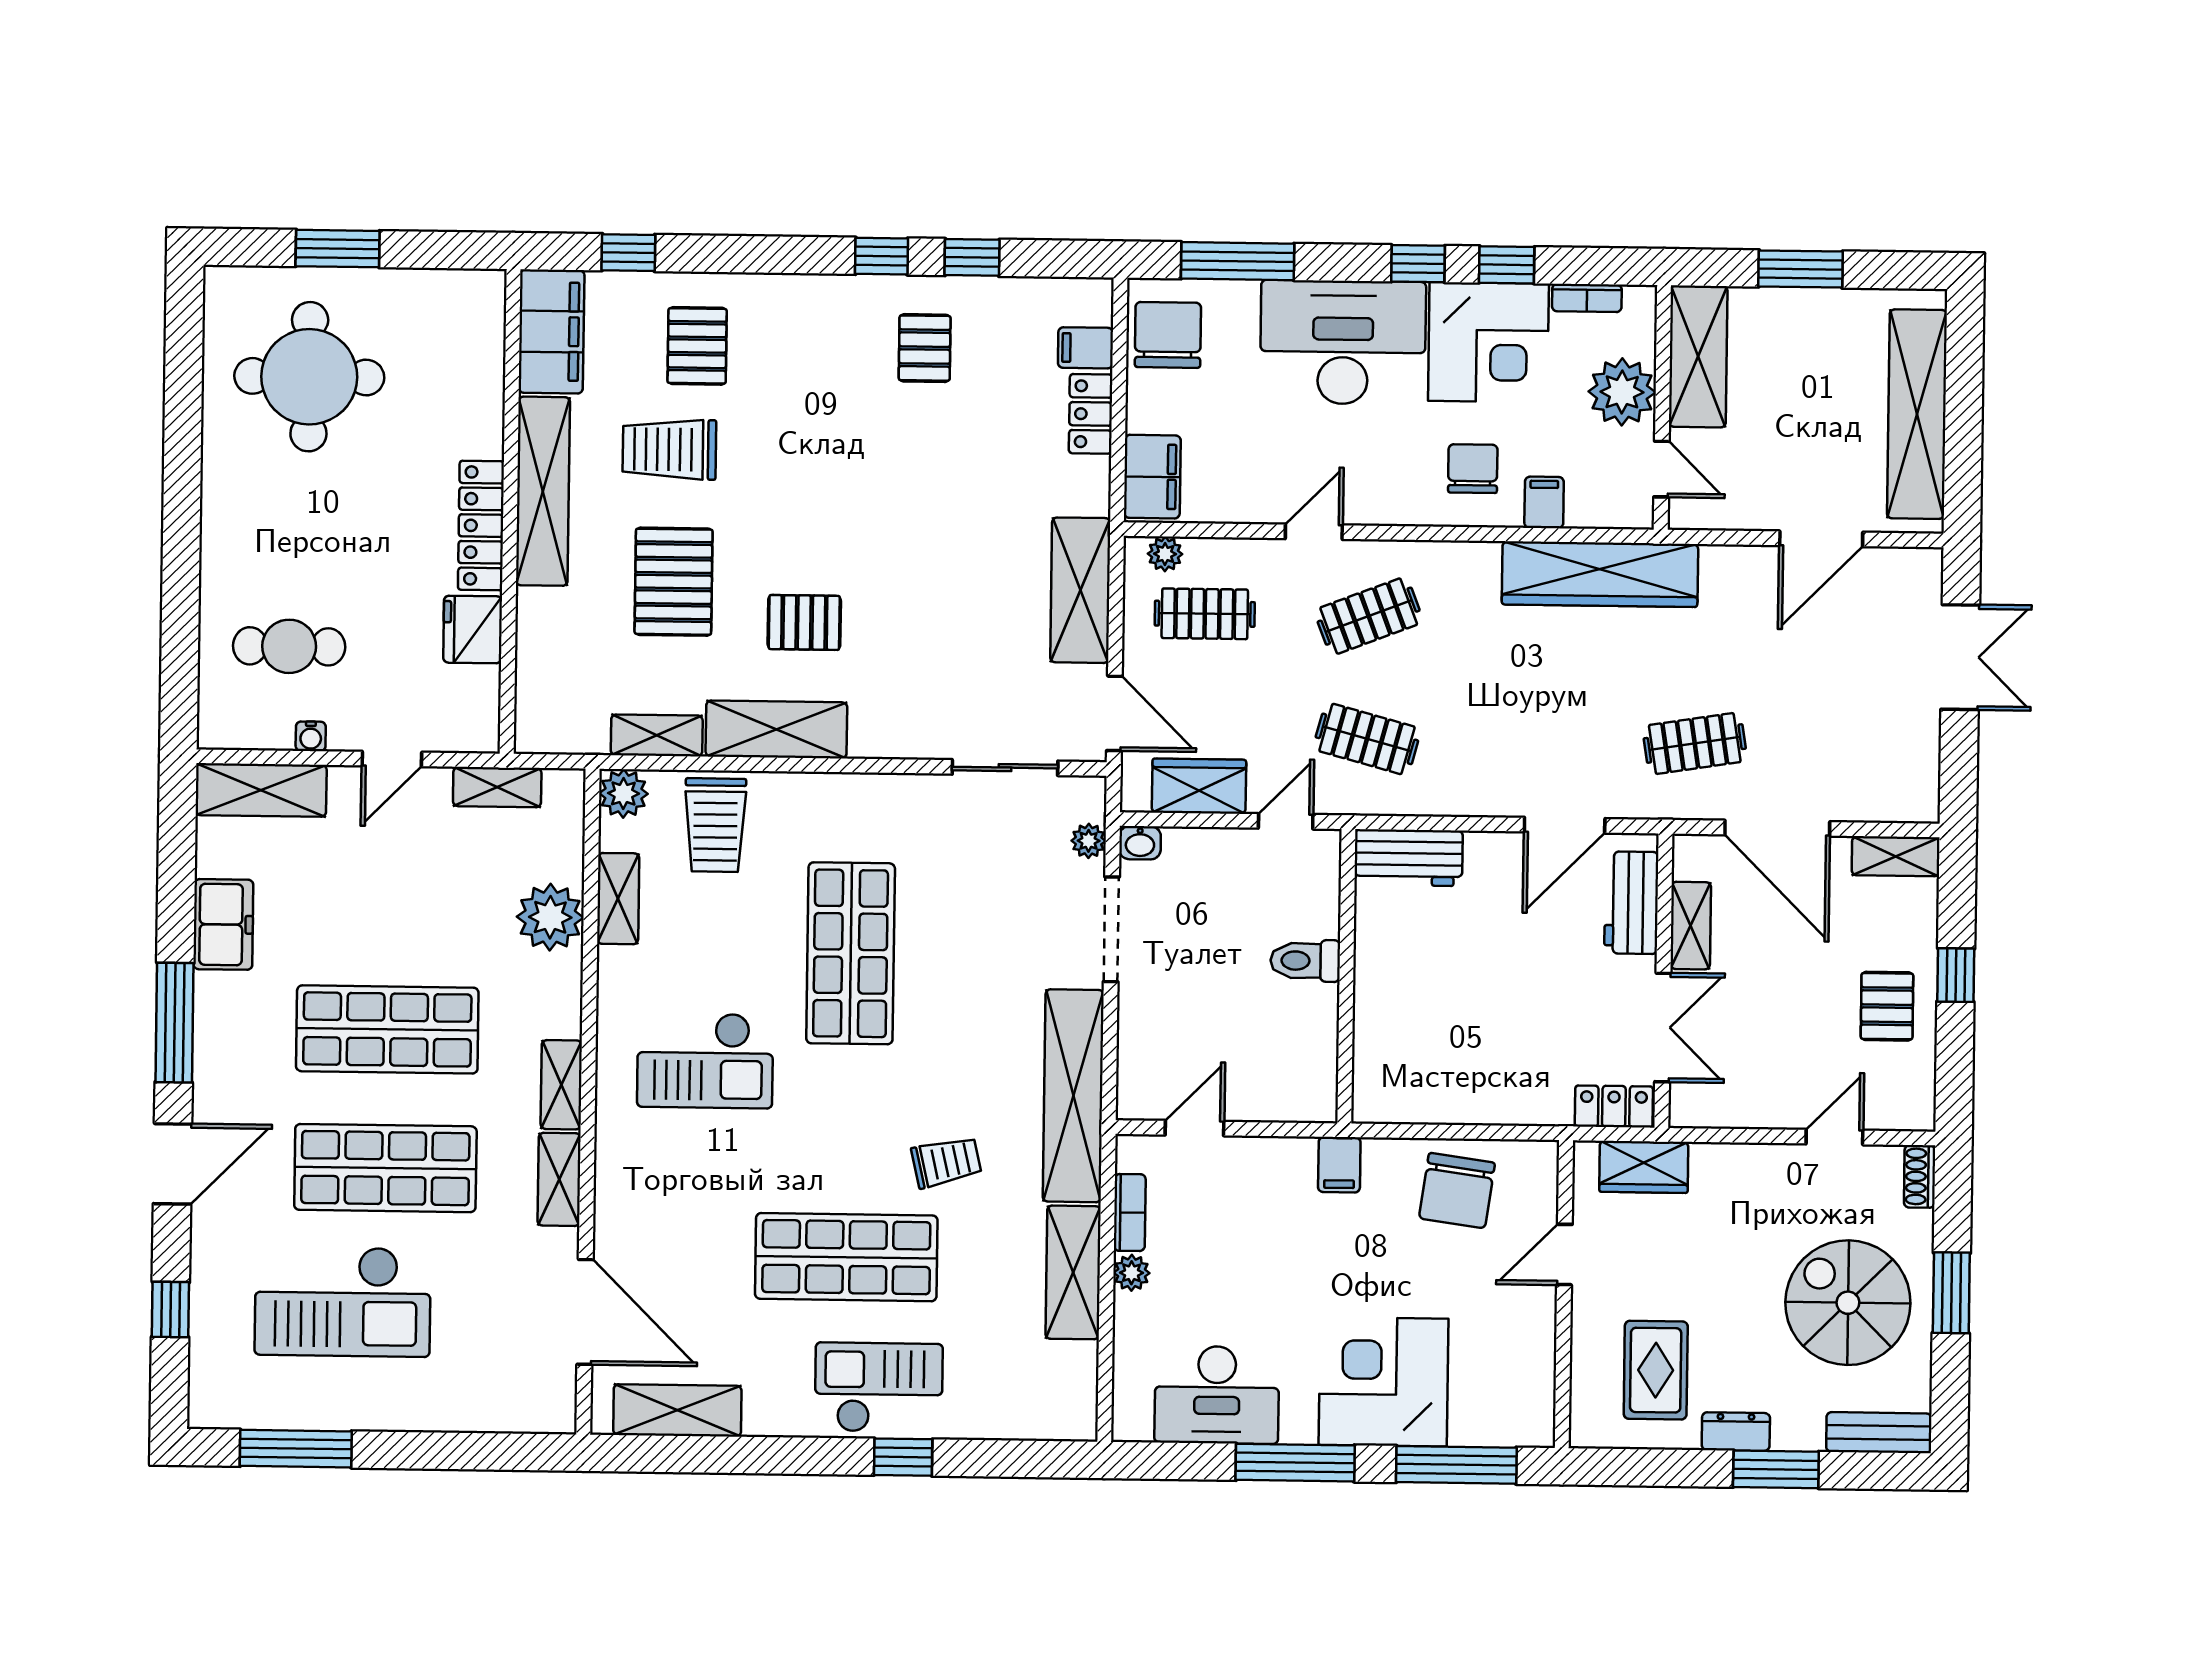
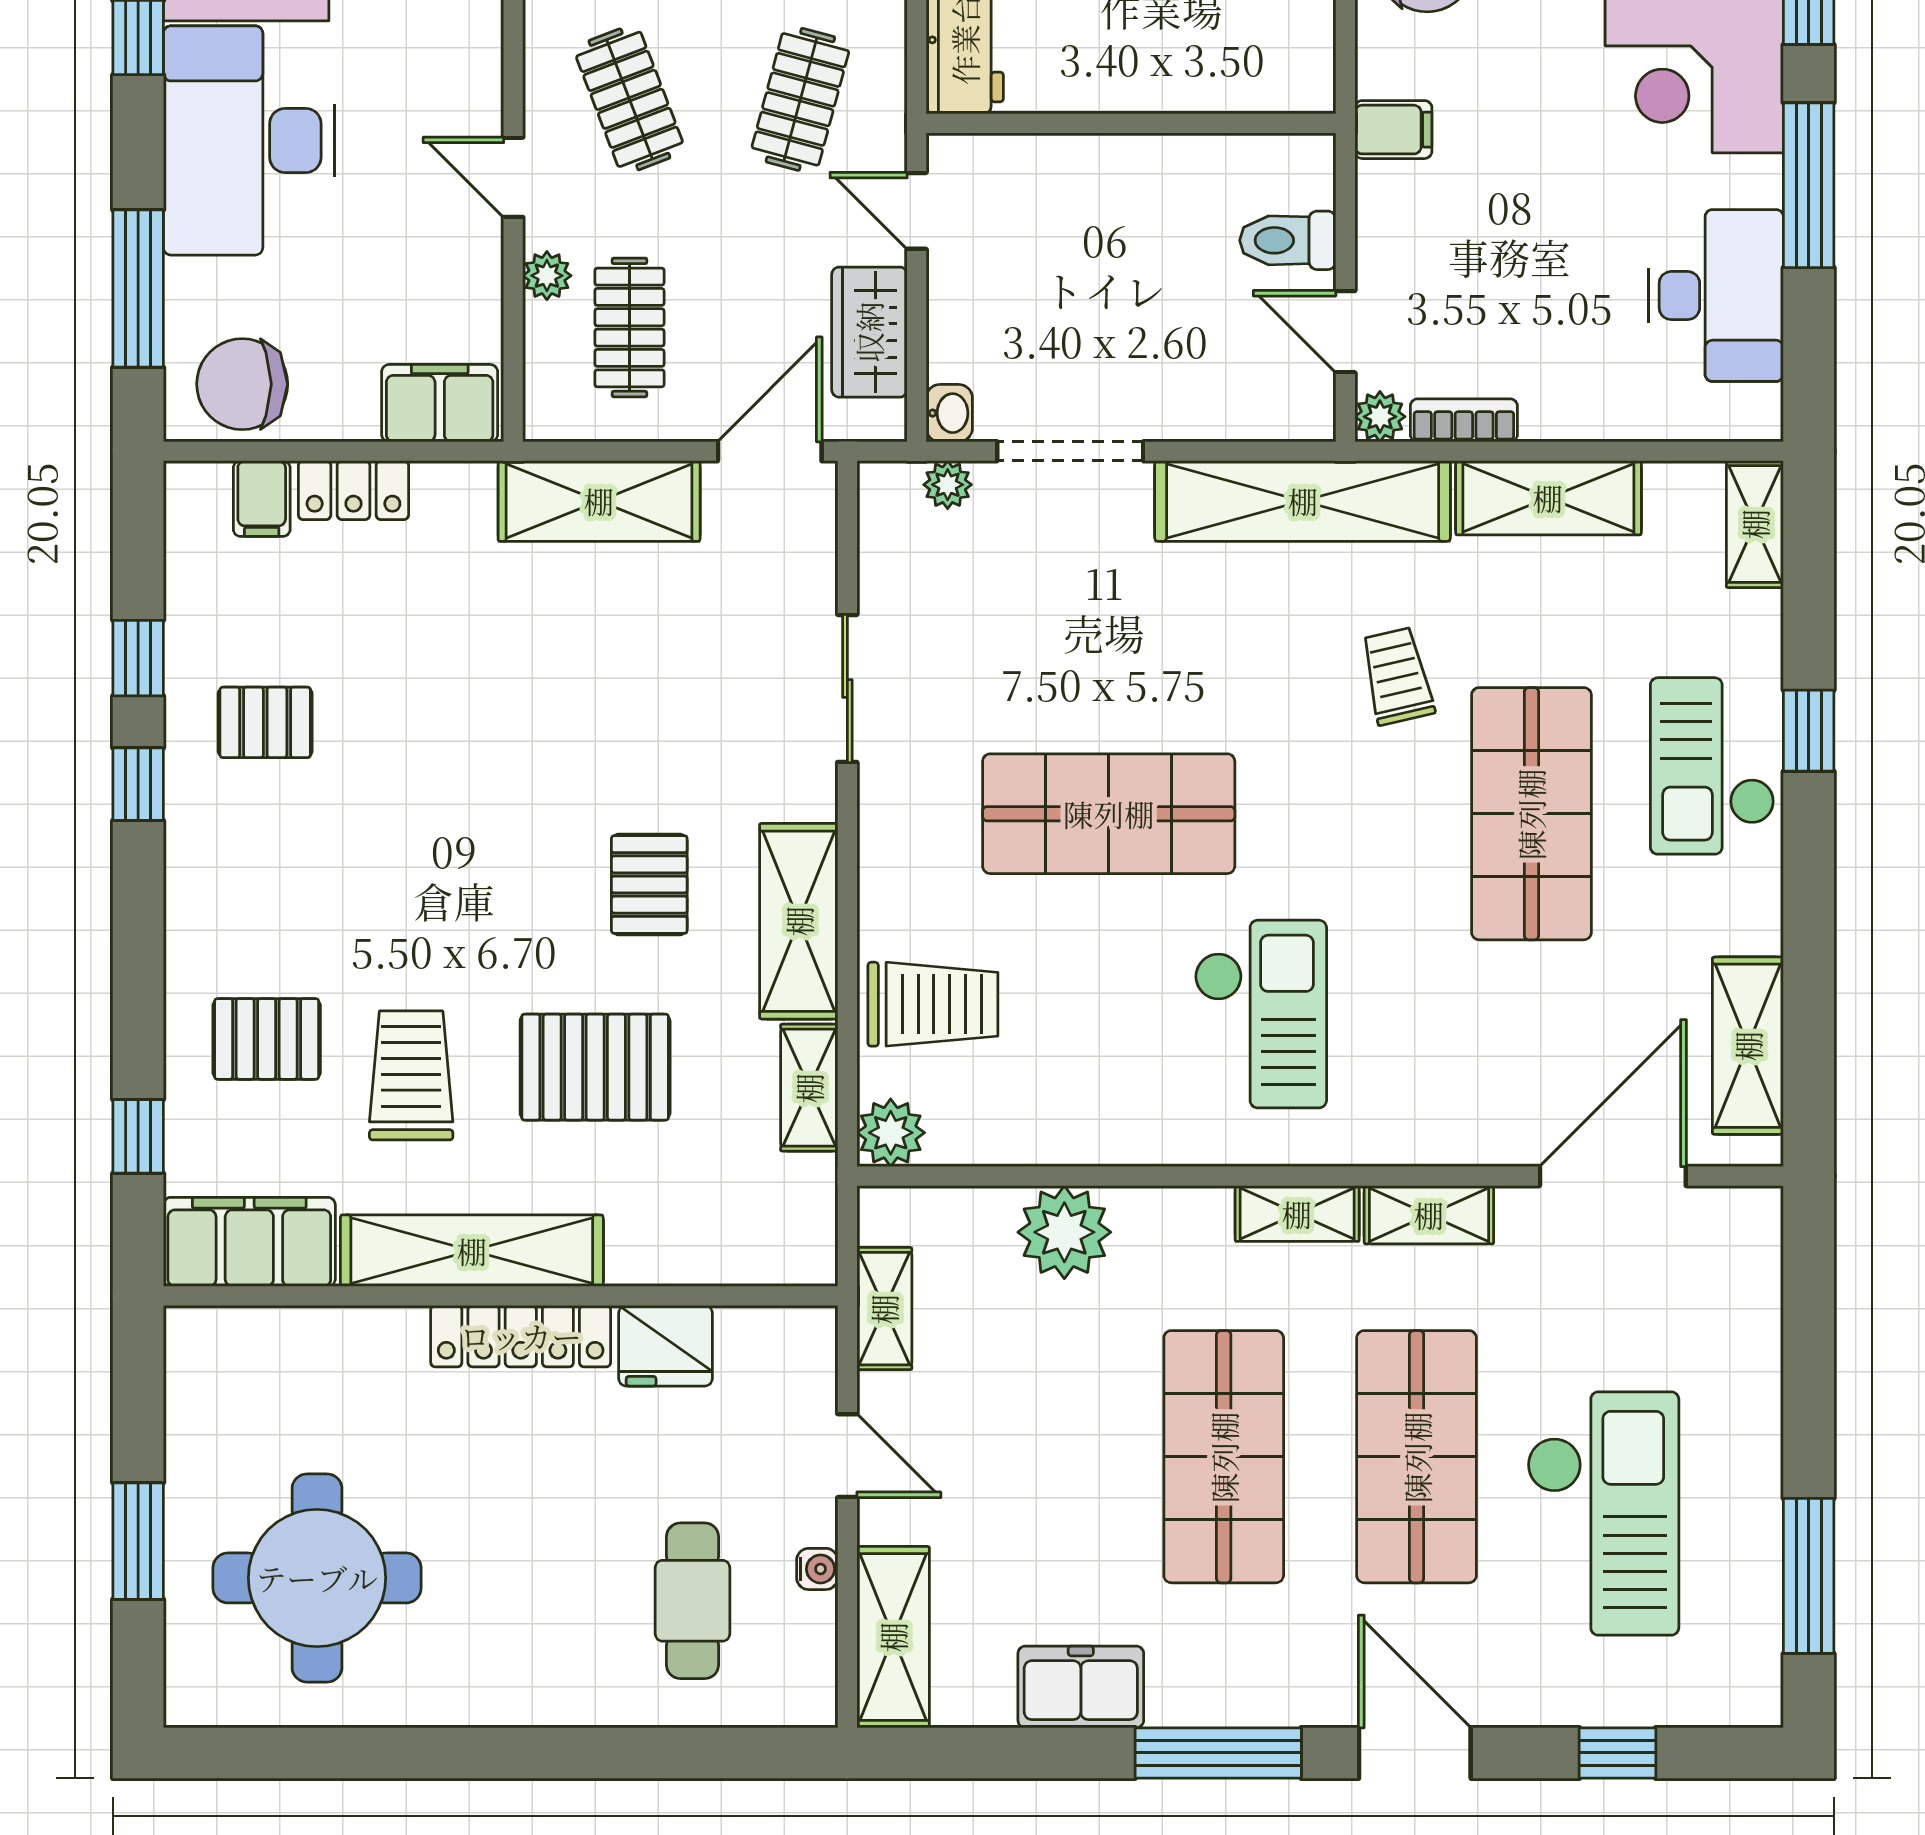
trolley: (669, 449) -> (411, 1075), turned 180
plant: (1165, 554) -> (547, 276), moved
sliding door: (1005, 768) -> (847, 688), moved
shelving: (618, 899) -> (1755, 524), moved, turned 90
toilet: (1305, 961) -> (1288, 240), moved, turned 90
plant: (1132, 1273) -> (1380, 417), moved

